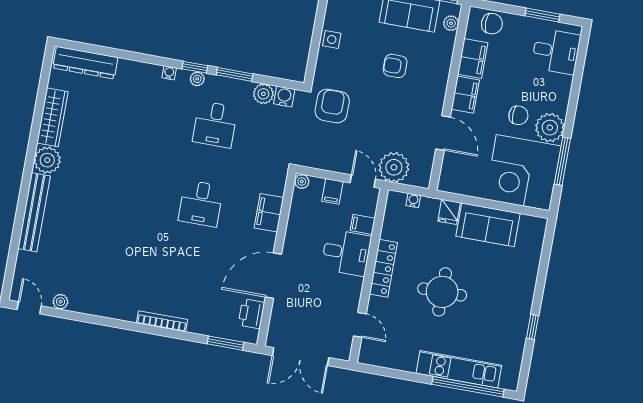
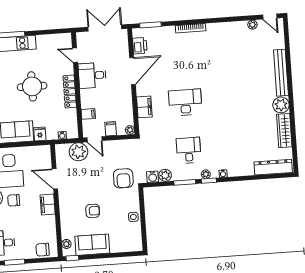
filing cabinet: (473, 59) -> (49, 227), removed
desk: (201, 203) -> (185, 102), width x1.37
desk: (346, 253) -> (92, 75), moved

